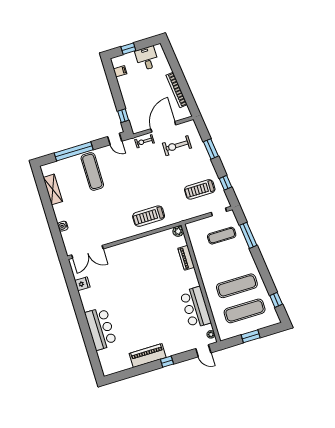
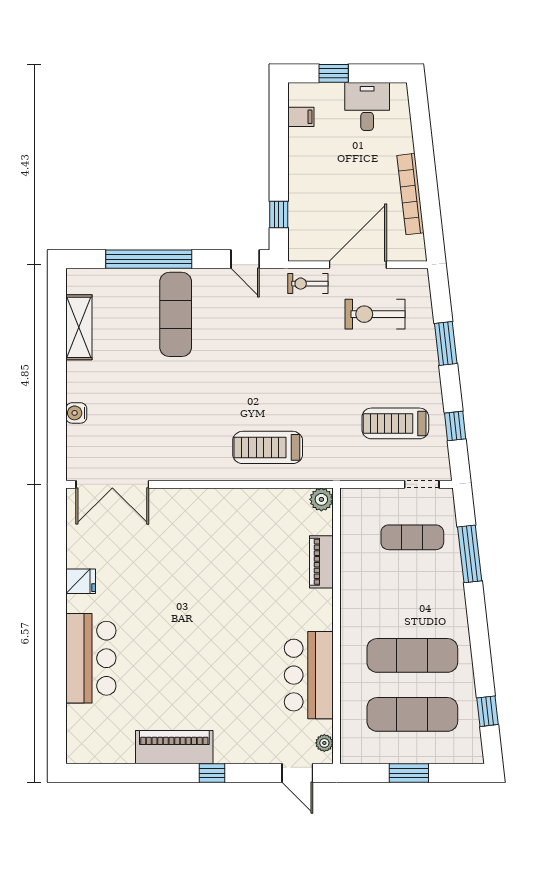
fridge: (82, 284) -> (81, 581), moved

